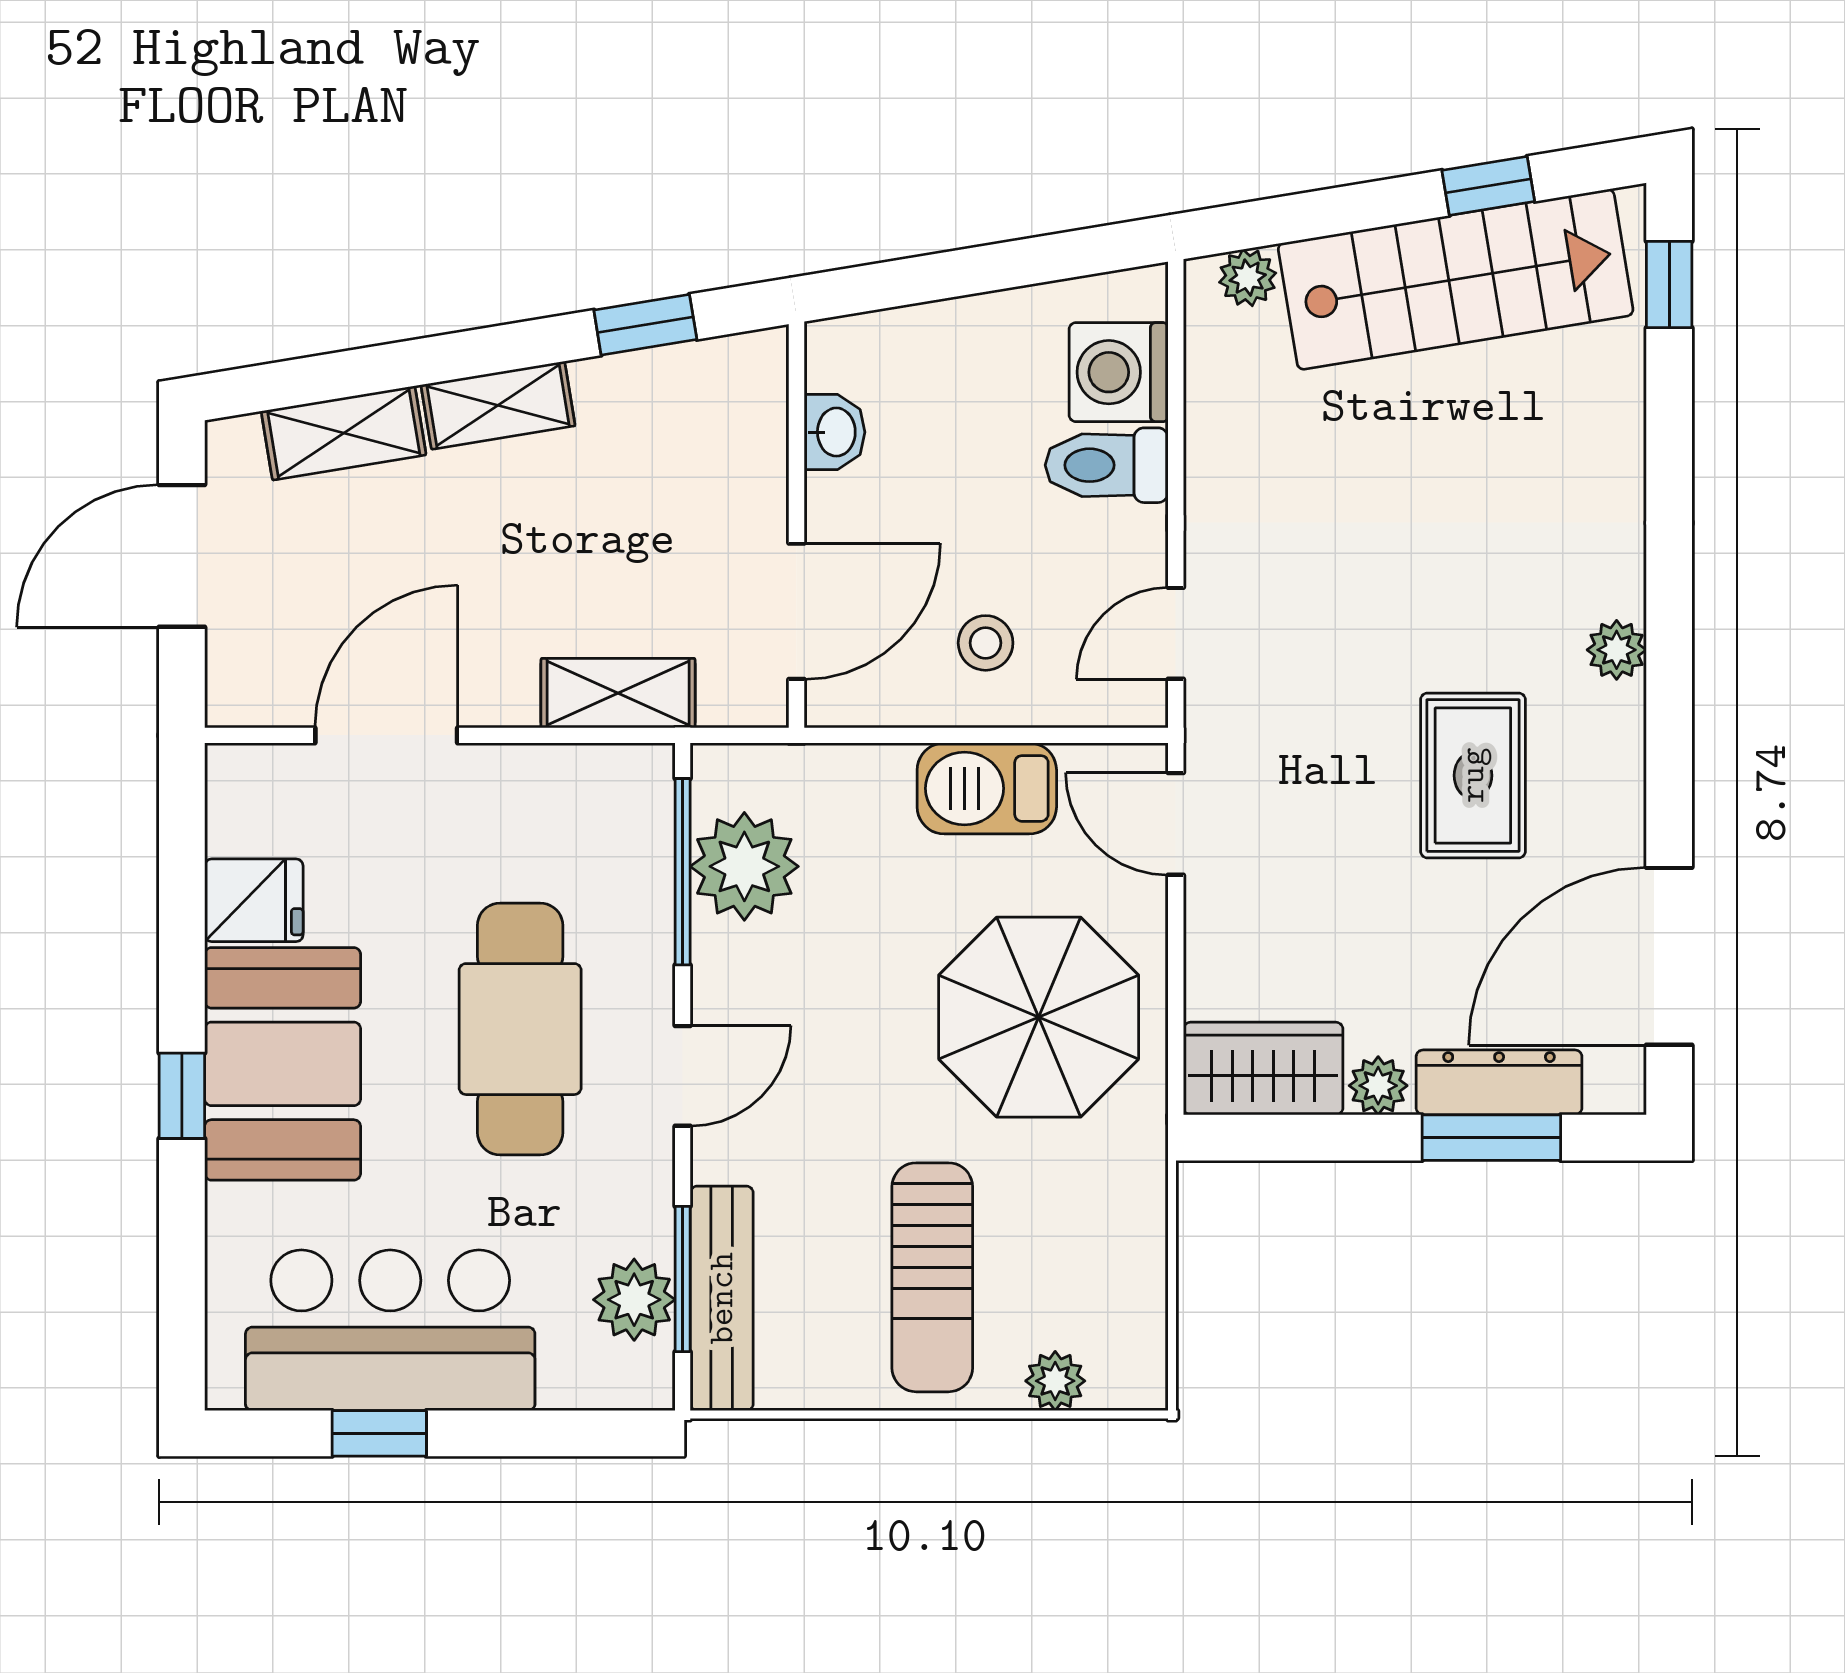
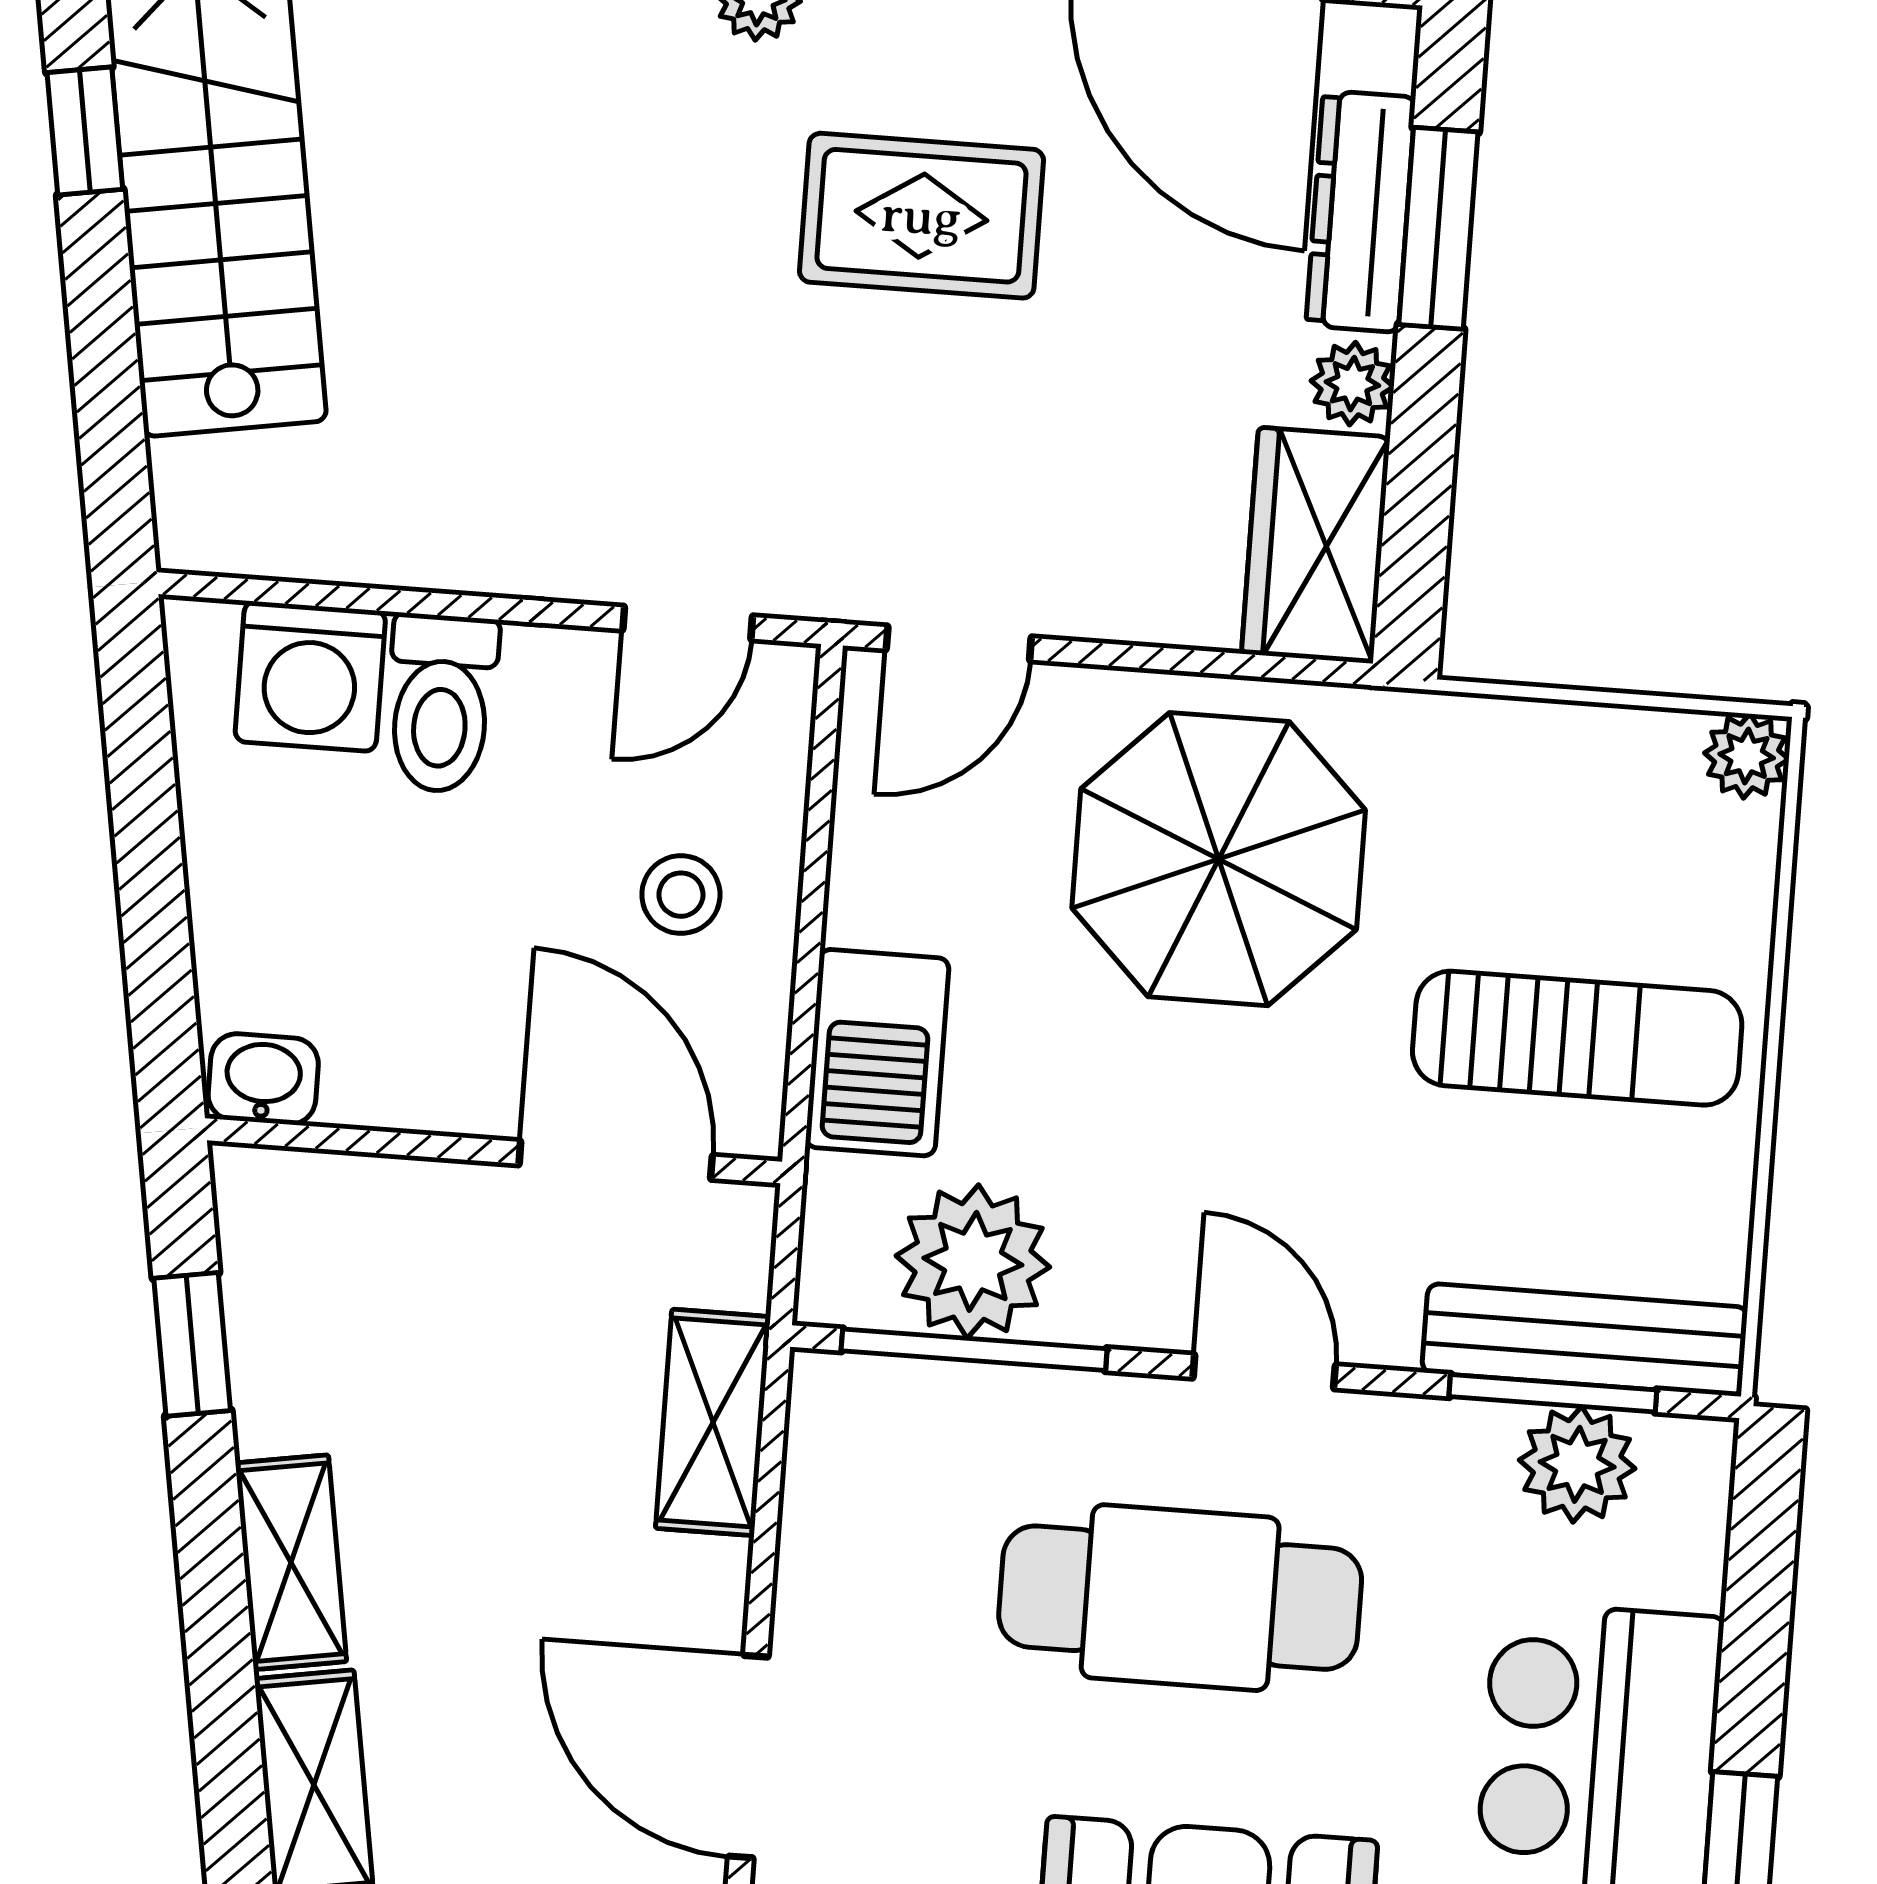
plant: (1248, 278) -> (190, 483), removed
washbasin: (835, 432) -> (263, 1079), moved
door: (1176, 633) -> (688, 623), hinge flipped
barbecue: (987, 788) -> (877, 1053), moved
plant: (1055, 1381) -> (1747, 756), moved

